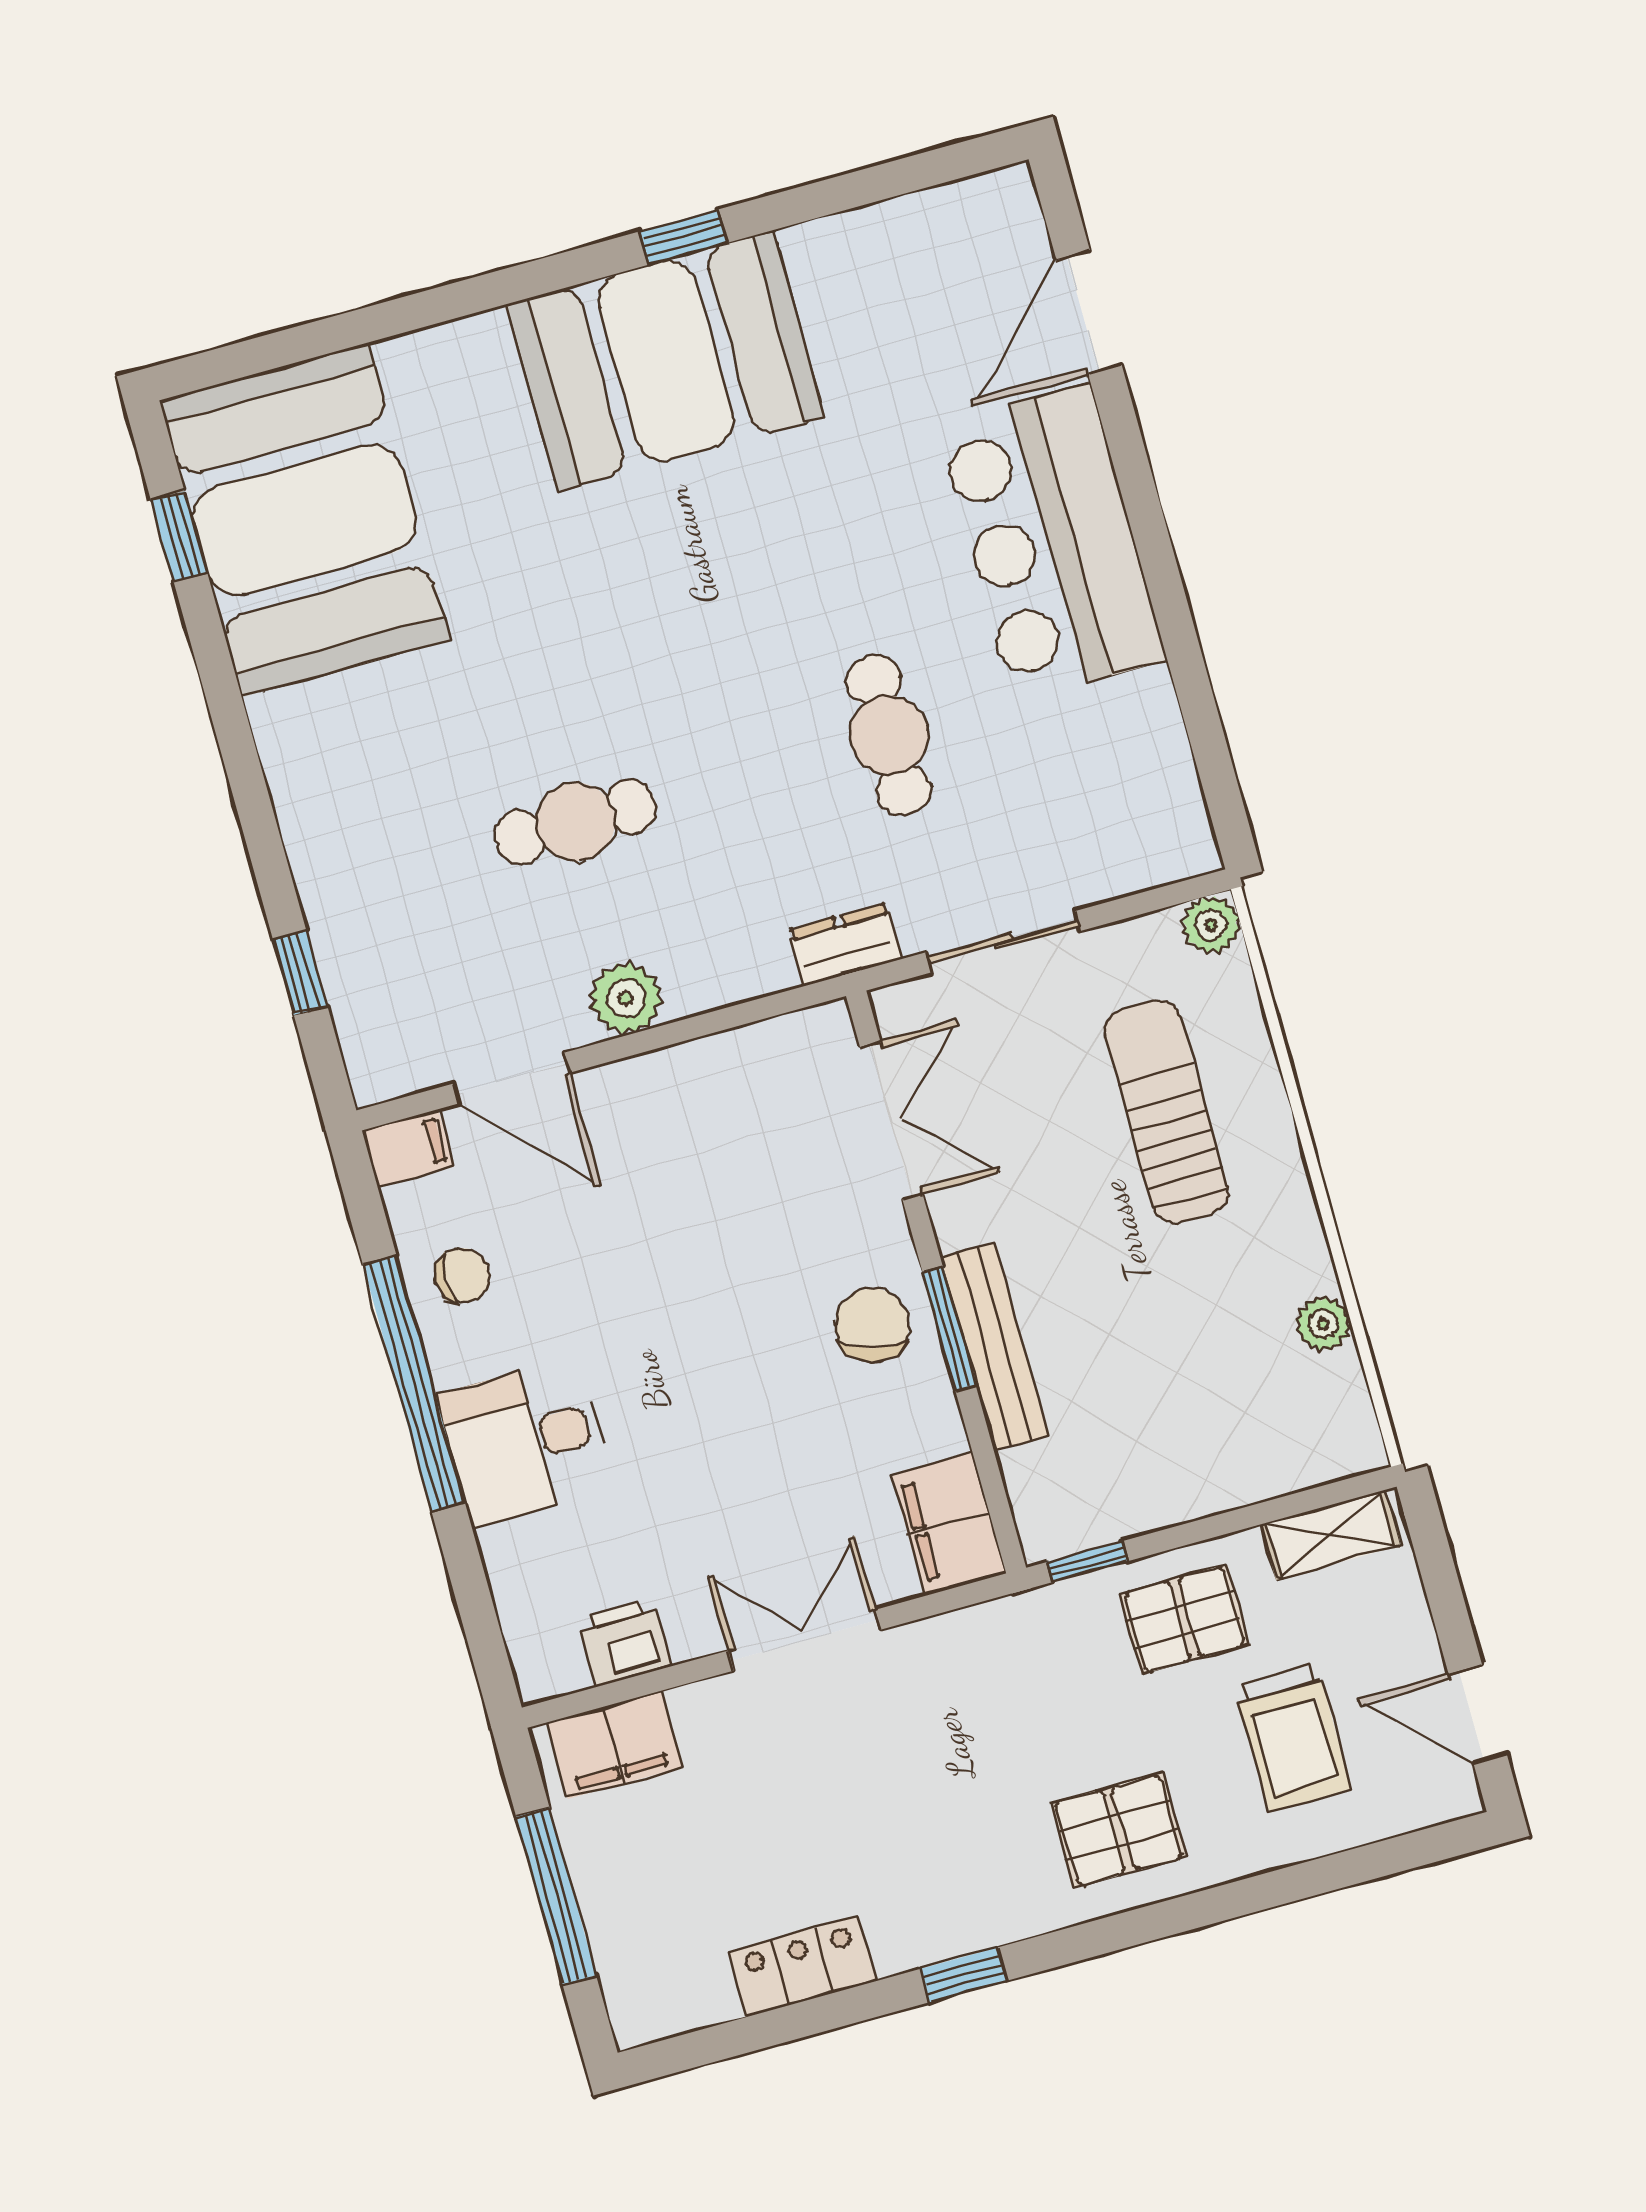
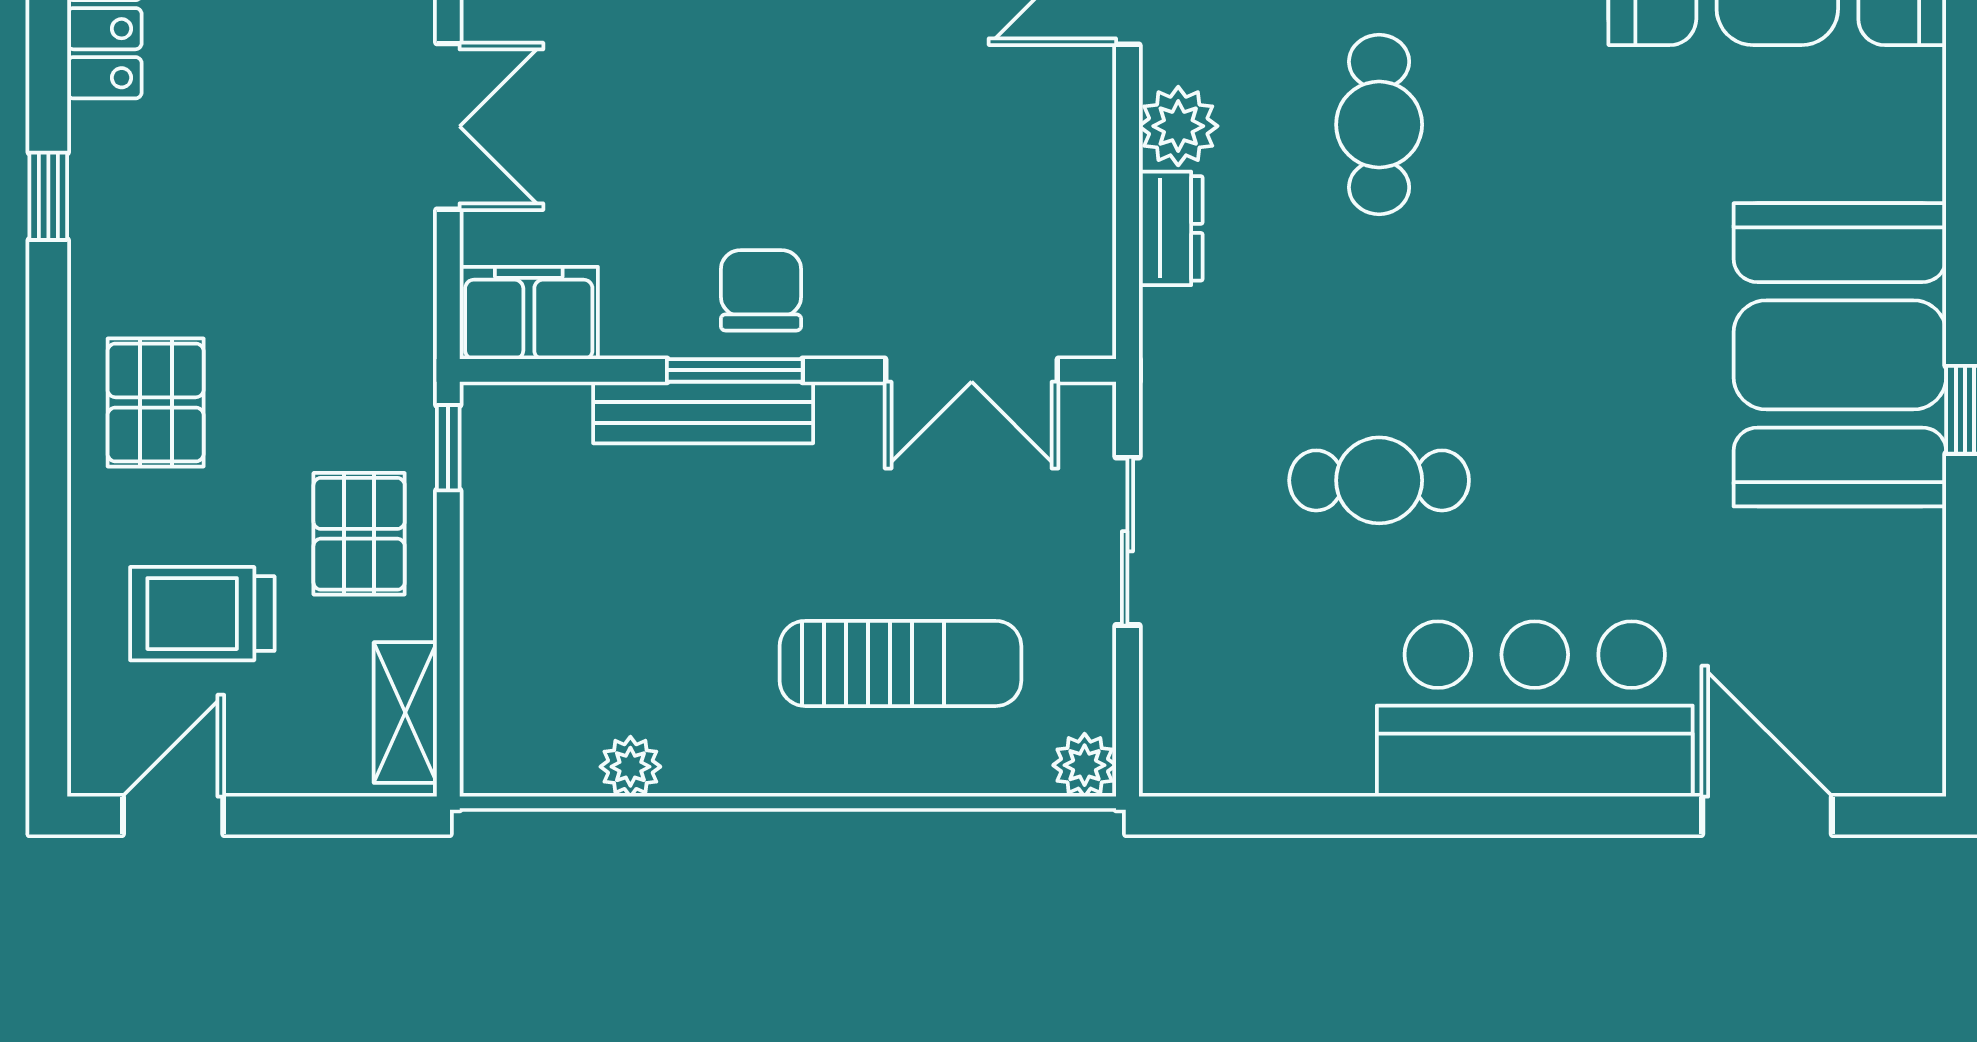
dresser: (845, 945) -> (1171, 228), moved
chair: (872, 1325) -> (761, 290), turned -106

